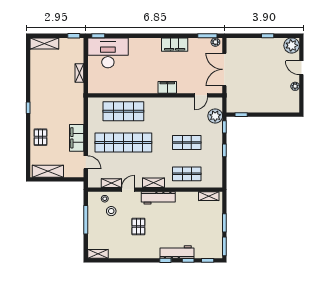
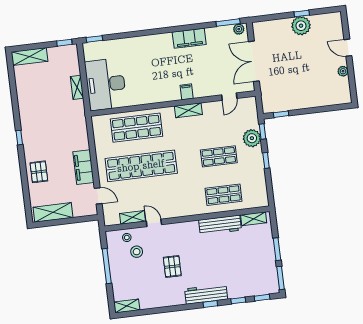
plant: (292, 45) -> (301, 26), moved
desk: (108, 53) -> (106, 84), moved, turned -90
filing cabinet: (167, 87) -> (187, 92), width x0.50
plant: (215, 116) -> (252, 138), moved
shelving: (154, 183) -> (188, 110), moved
door: (128, 190) -> (154, 223), hinge flipped
workbench: (158, 198) -> (220, 225), moved
workbench: (177, 252) -> (206, 294), moved

